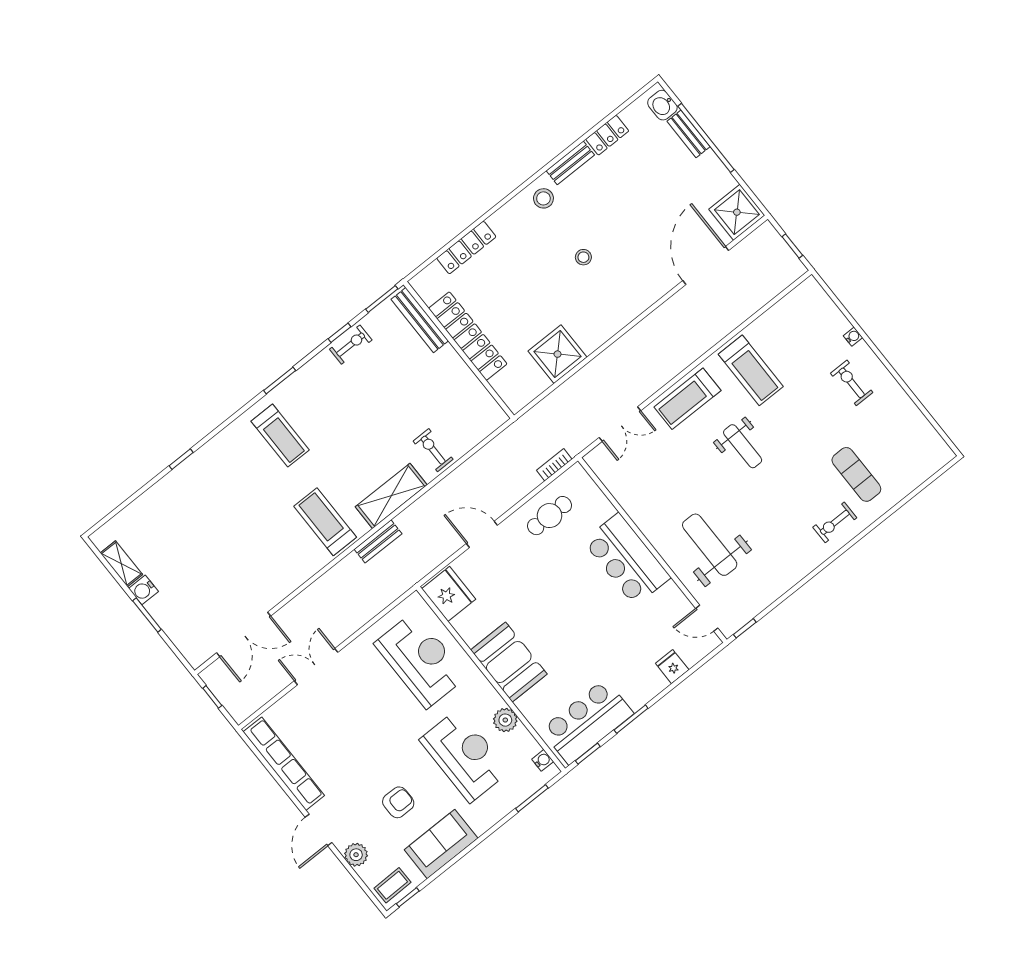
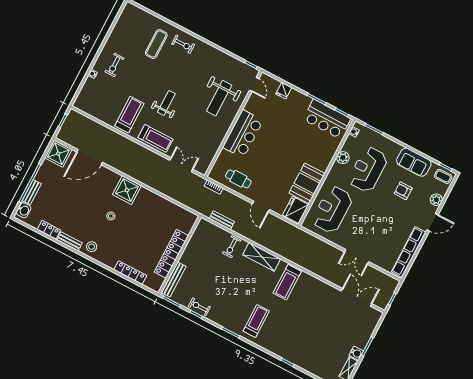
shower: (558, 354) -> (127, 190), moved
bench: (378, 541) -> (222, 220), moved
booth: (509, 662) -> (307, 183), moved

